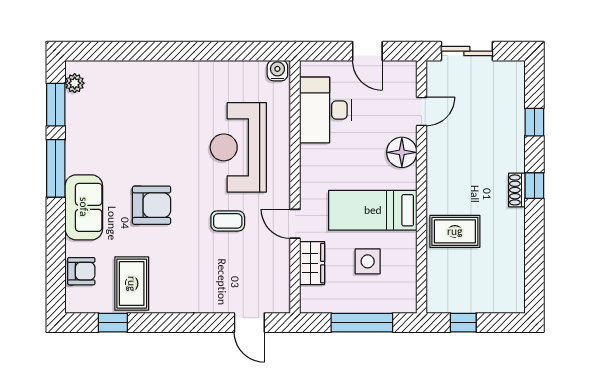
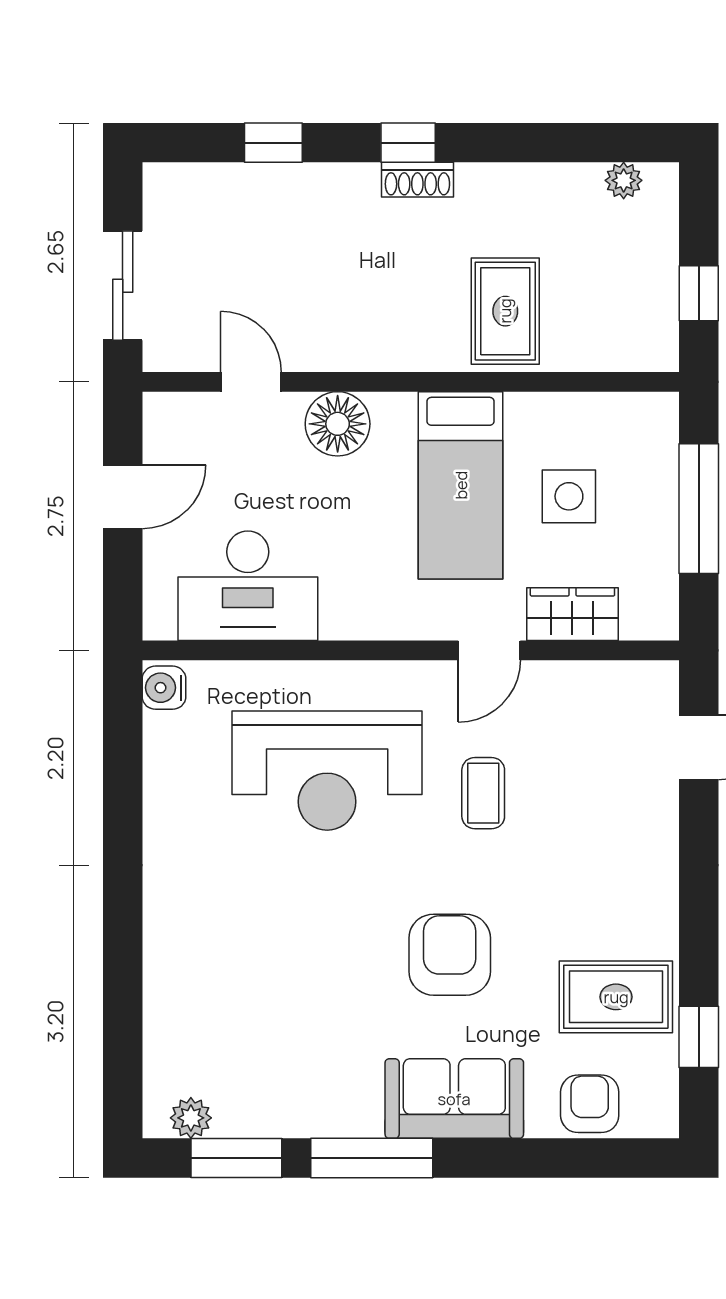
plant: (516, 287) -> (624, 180), added

